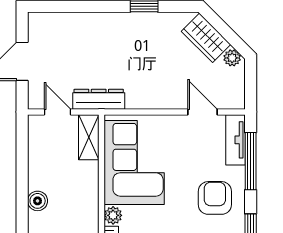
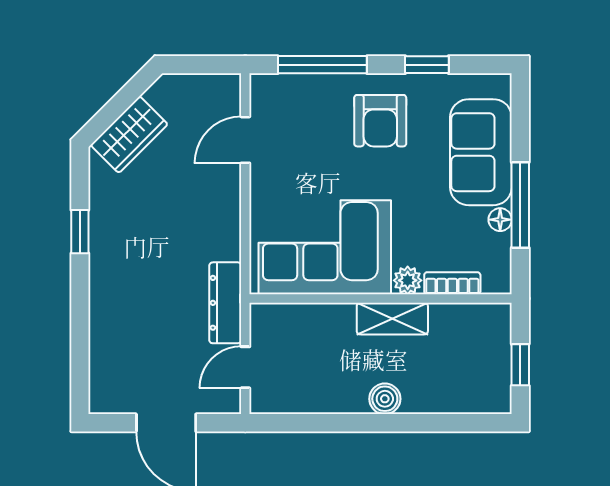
plant: (232, 58) -> (160, 94), removed
shelving: (89, 137) -> (392, 319), moved
tv unit: (235, 140) -> (289, 88), removed
armchair: (215, 198) -> (380, 121), turned -90

